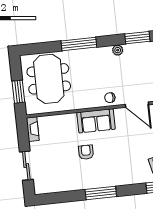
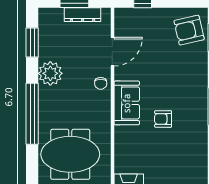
window: (79, 44) -> (32, 114), width x1.46
plant: (118, 50) -> (50, 73), width x1.87, depth x1.87

